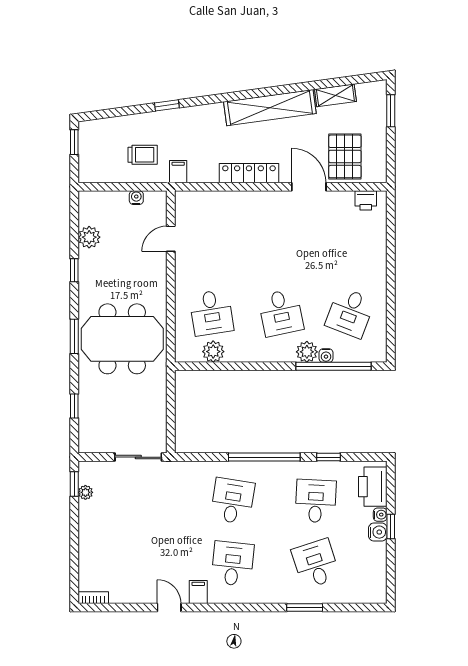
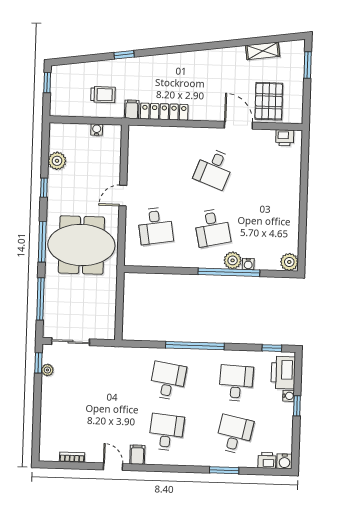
shelving: (270, 108) -> (209, 59), removed
locker: (249, 173) -> (164, 112), moved
door: (171, 239) -> (123, 196), moved
desk: (350, 313) -> (214, 168), moved
window: (74, 336) -> (42, 242), width x1.44
plant: (213, 352) -> (289, 262), moved
window: (333, 366) -> (229, 272), moved
window: (74, 406) -> (40, 299), width x2.17
sliding door: (138, 457) -> (71, 342), moved
window: (329, 457) -> (272, 348), moved
water cooler: (378, 532) -> (284, 461), moved, turned 90
desk: (316, 564) -> (234, 434), turned 30
printer: (356, 594) -> (267, 460), added
bookcase: (93, 598) -> (72, 457), moved

